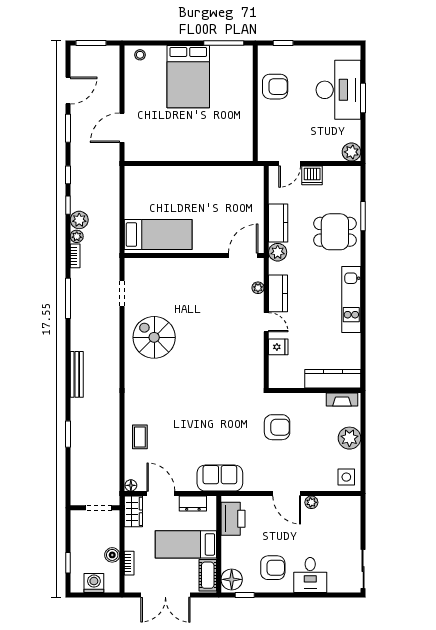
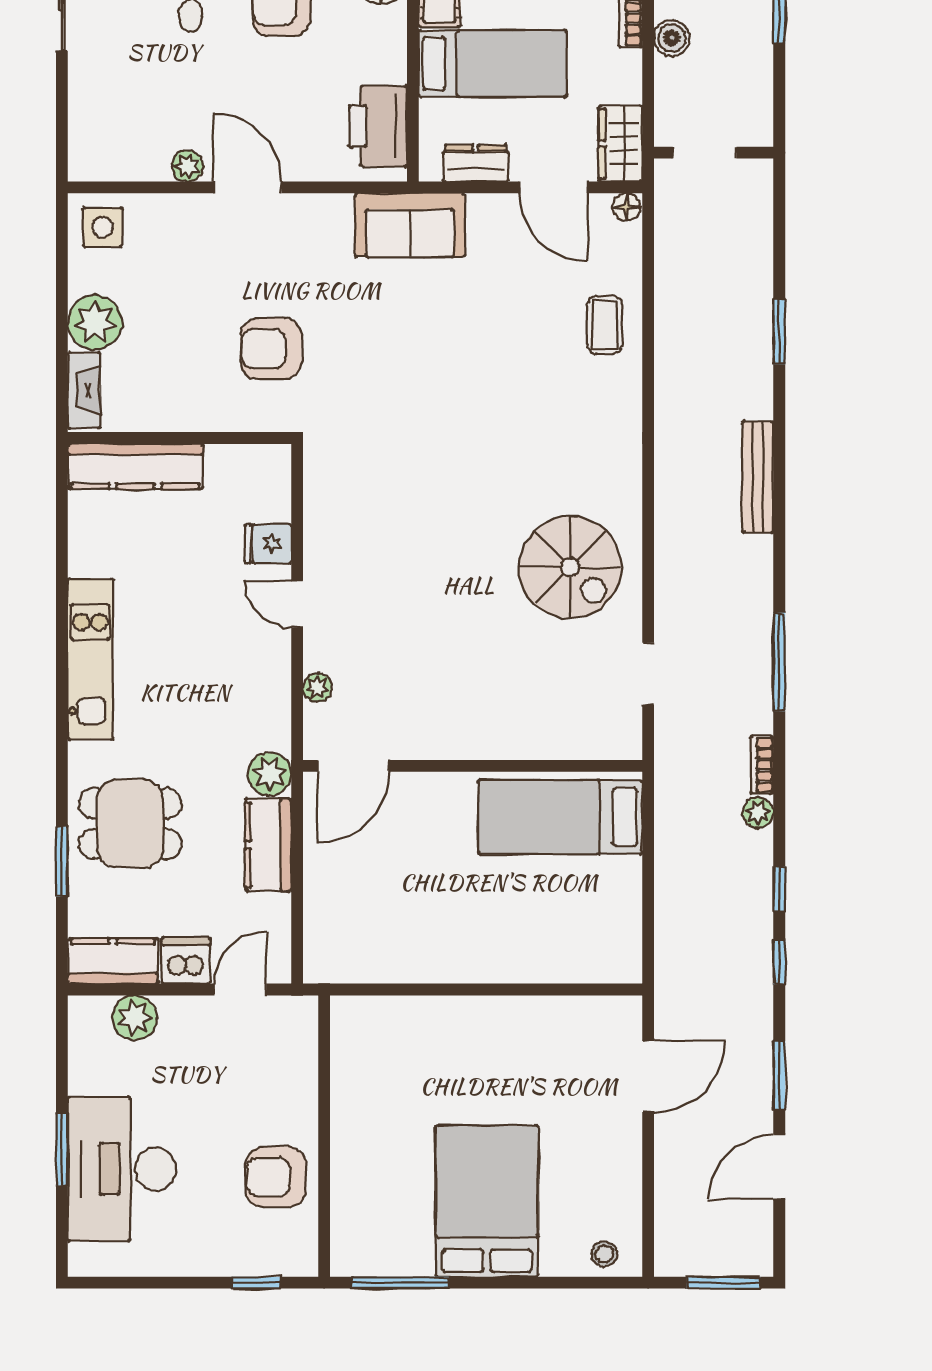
plant: (351, 152) -> (135, 1018), moved
plant: (79, 220) -> (752, 853), removed
kitchen counter: (278, 293) -> (113, 961), moved, turned 90
fireplace: (342, 399) -> (84, 391), moved, turned 90

